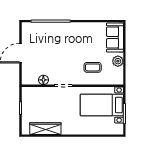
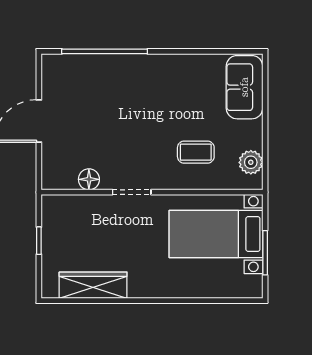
plant: (118, 61) -> (251, 162), moved

